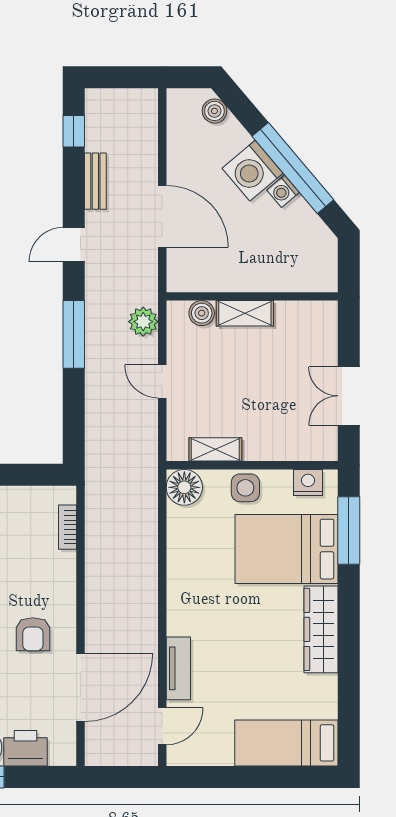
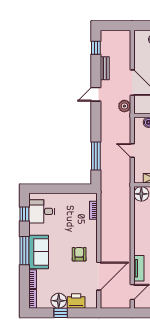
plant: (143, 322) -> (124, 106), moved
window: (74, 334) -> (96, 156), moved
armchair: (33, 634) -> (79, 254), turned 180

